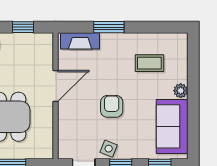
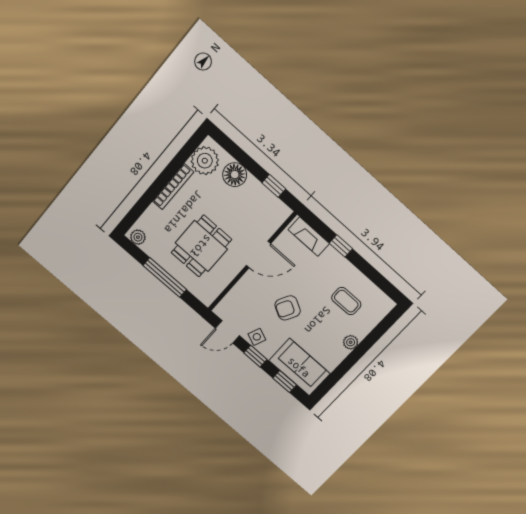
window: (109, 27) -> (341, 246), width x0.67
armchair: (112, 106) -> (288, 308), turned -152
sofa: (172, 126) -> (299, 367), moved, turned 90

